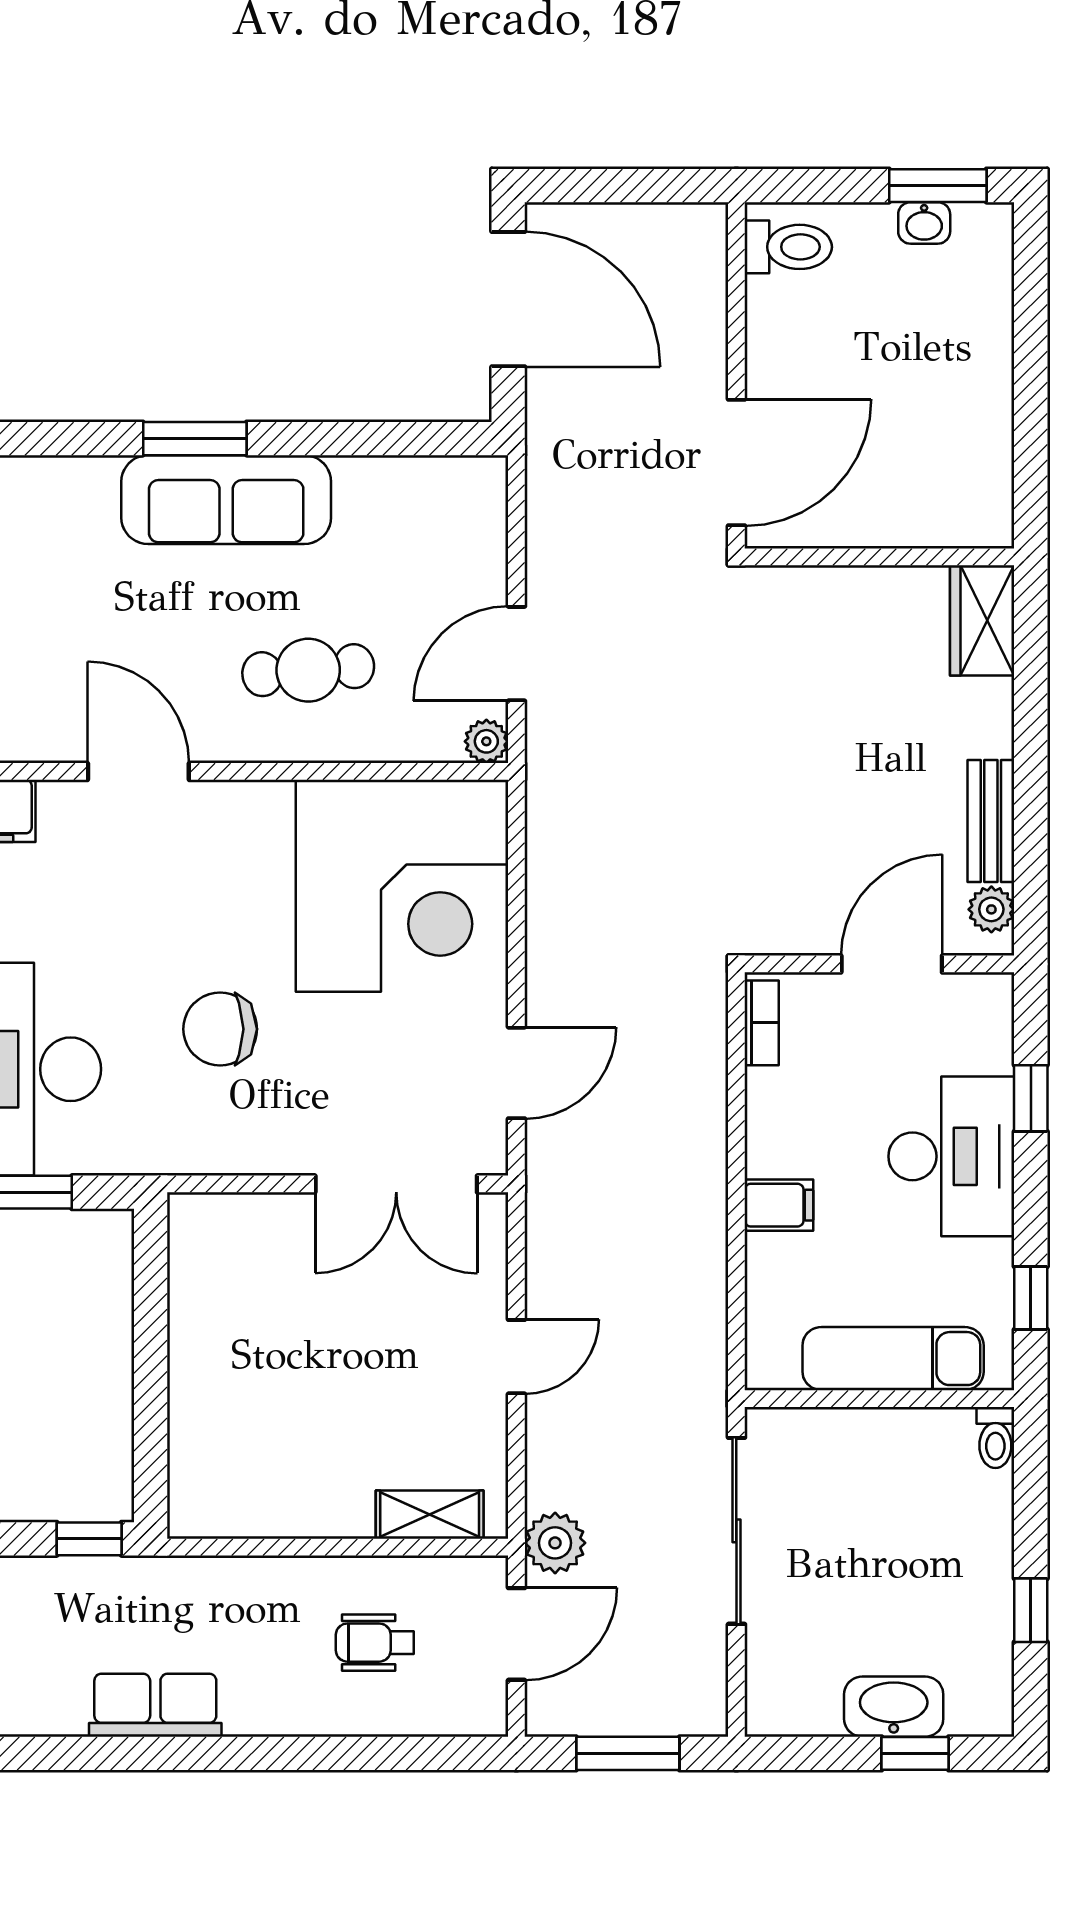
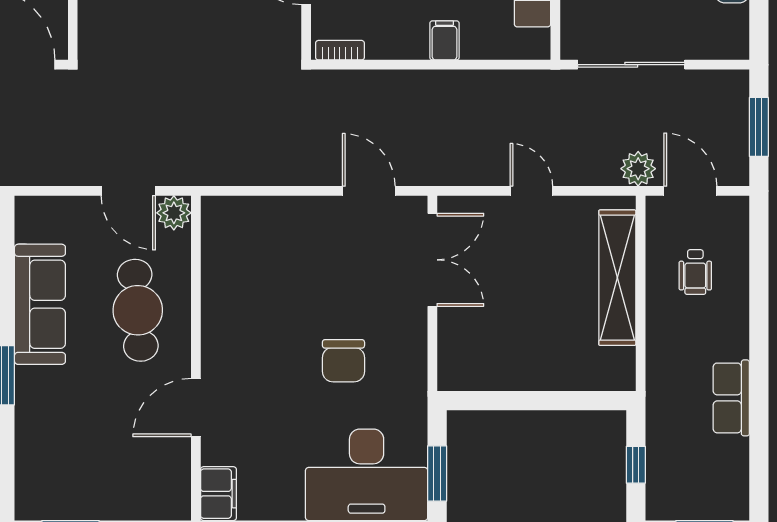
sofa: (226, 500) -> (40, 304), moved
cafe table: (308, 670) -> (138, 310), width x1.37, depth x1.35
plant: (486, 741) -> (174, 213), width x1.38, depth x1.38
corner desk: (402, 886) -> (261, 256), removed
shelving: (430, 1515) -> (617, 278), width x2.20, depth x1.33
window: (89, 1539) -> (636, 465), moved

